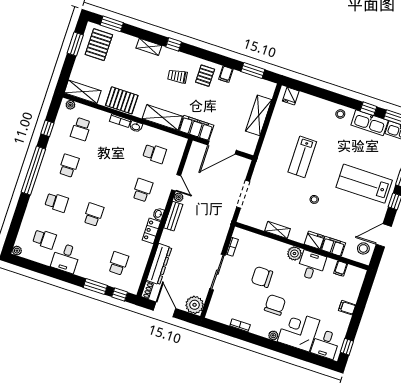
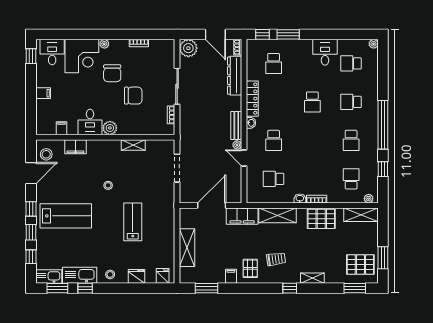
pallet: (99, 45) -> (360, 265), turned 90
locker: (151, 231) -> (252, 99), width x1.53
fridge: (314, 240) -> (137, 276), moved, turned 180

